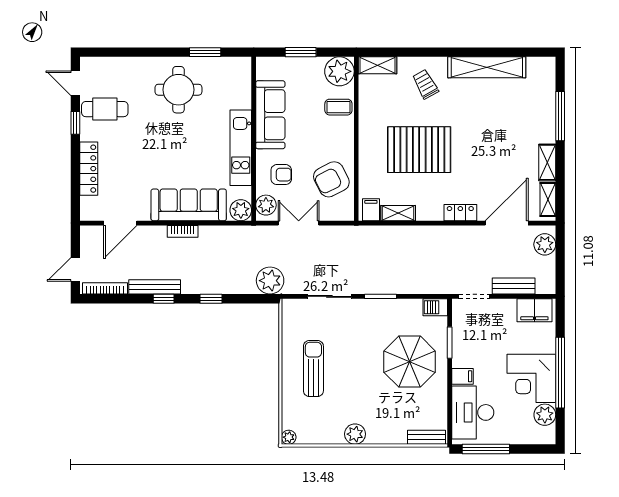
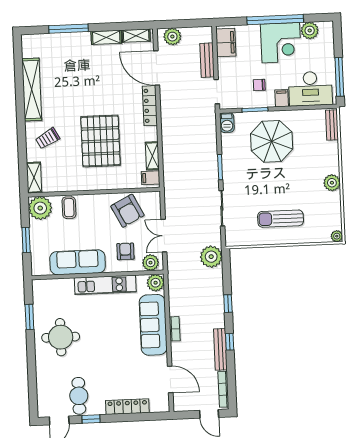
locker: (460, 213) -> (150, 106), width x1.53
chair: (480, 349) -> (259, 85), added

